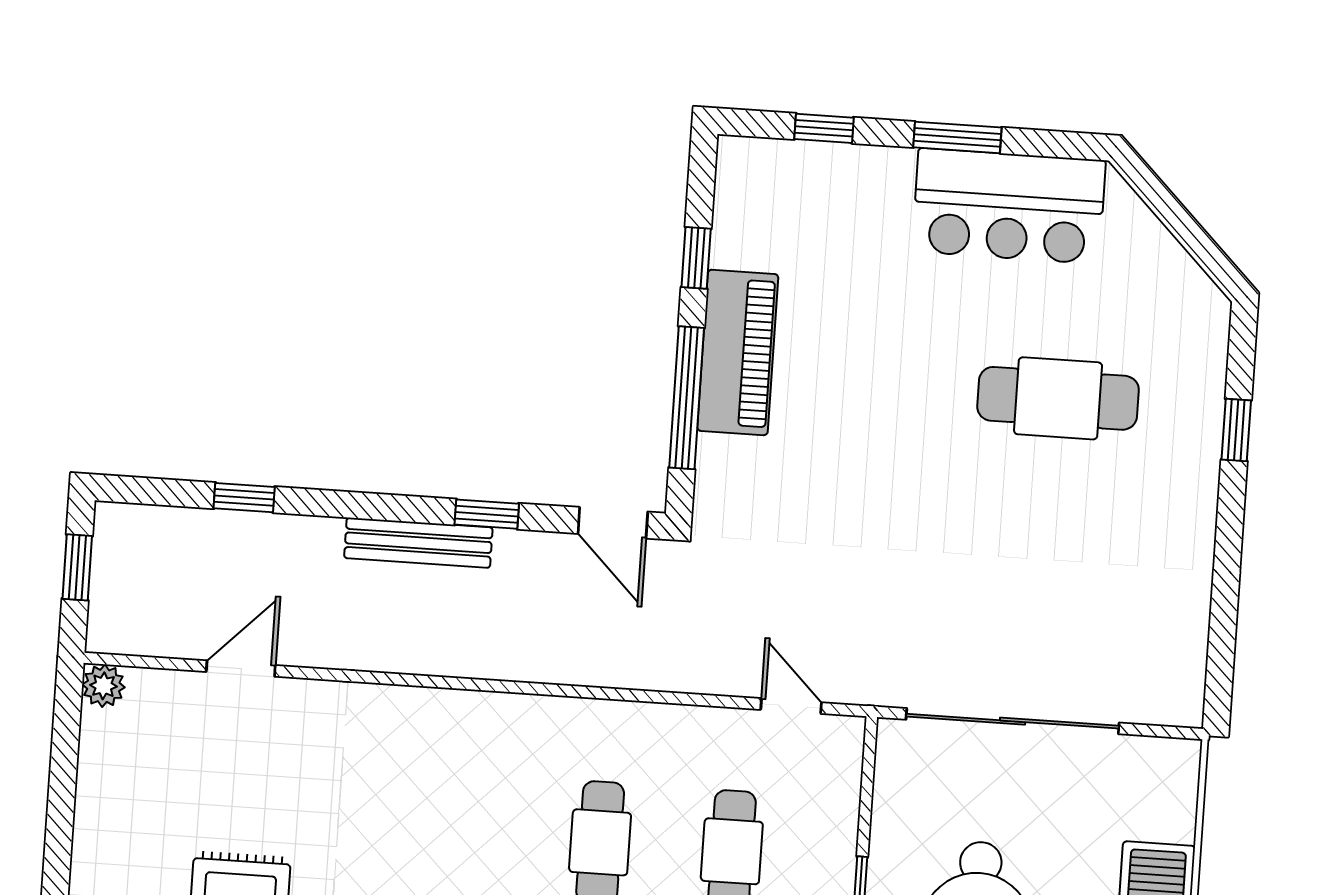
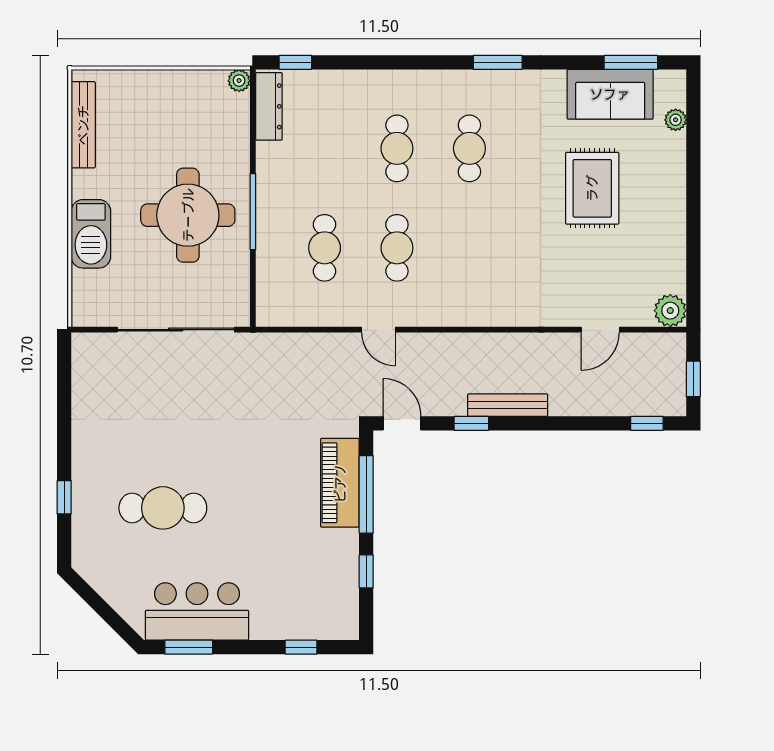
window: (957, 137) -> (189, 647), moved
piano: (738, 352) -> (340, 483), moved
window: (244, 498) -> (647, 423), moved
plant: (103, 686) -> (670, 311), width x1.38, depth x1.38
door: (791, 706) -> (378, 330), moved

